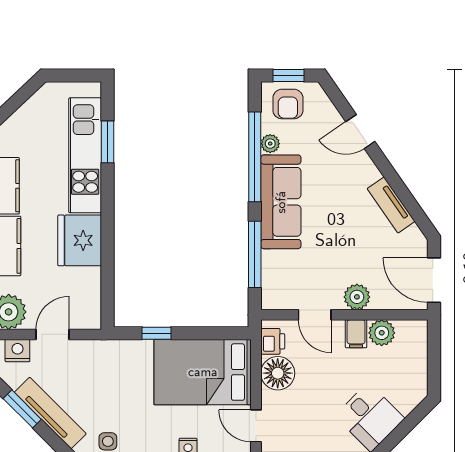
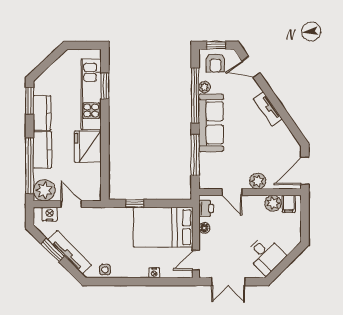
door: (360, 132) -> (251, 67), moved
tv unit: (391, 205) -> (268, 109), moved
door: (434, 280) -> (305, 171), hinge flipped
door: (53, 334) -> (71, 204), hinge flipped
filing cabinet: (356, 334) -> (289, 204), moved
floor lamp: (278, 373) -> (204, 228), width x0.53, depth x0.53
door: (256, 426) -> (196, 260), hinge flipped

